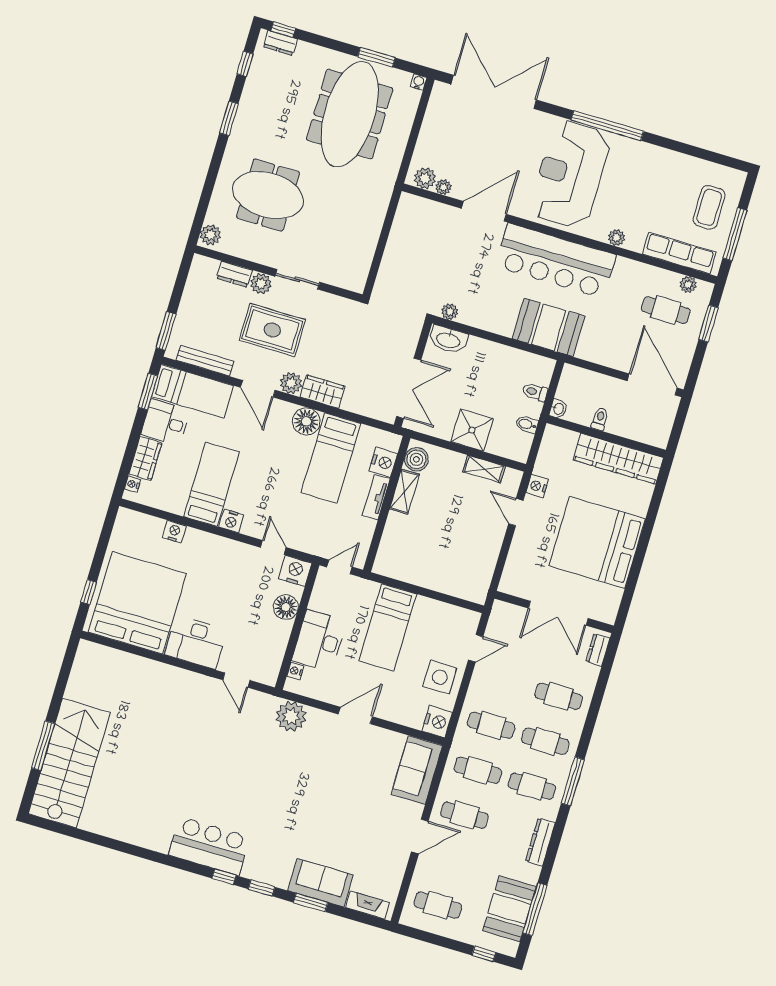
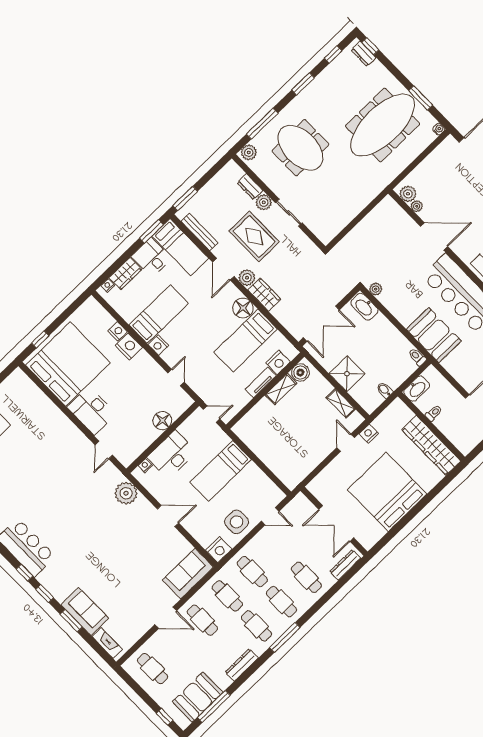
window: (207, 192) -> (262, 124), added
toilet: (535, 392) -> (417, 357), moved
washbasin: (558, 409) -> (417, 389), width x1.91, depth x1.45
nightstand: (295, 571) -> (129, 347), moved
dresser: (598, 650) -> (345, 565), width x1.44

